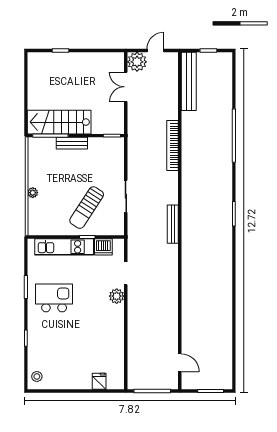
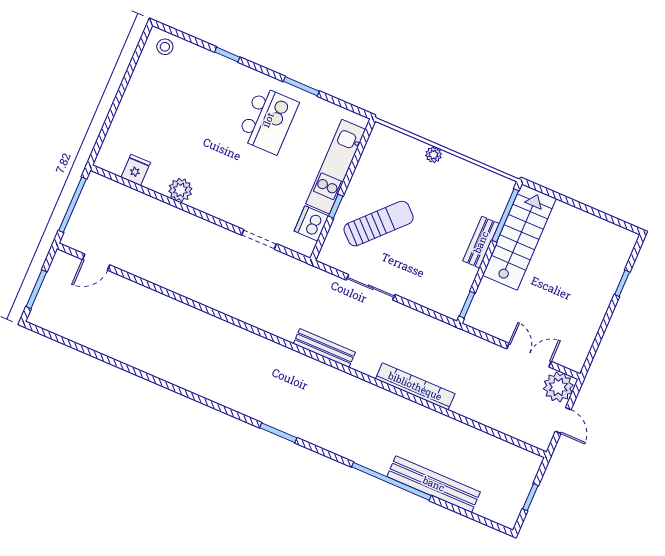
bench: (189, 81) -> (434, 484), moved
sun lounger: (87, 208) -> (379, 224), turned 101
bench: (173, 224) -> (324, 348), moved
plant: (117, 296) -> (180, 190), moved
fridge: (99, 381) -> (136, 170), moved, turned -90

